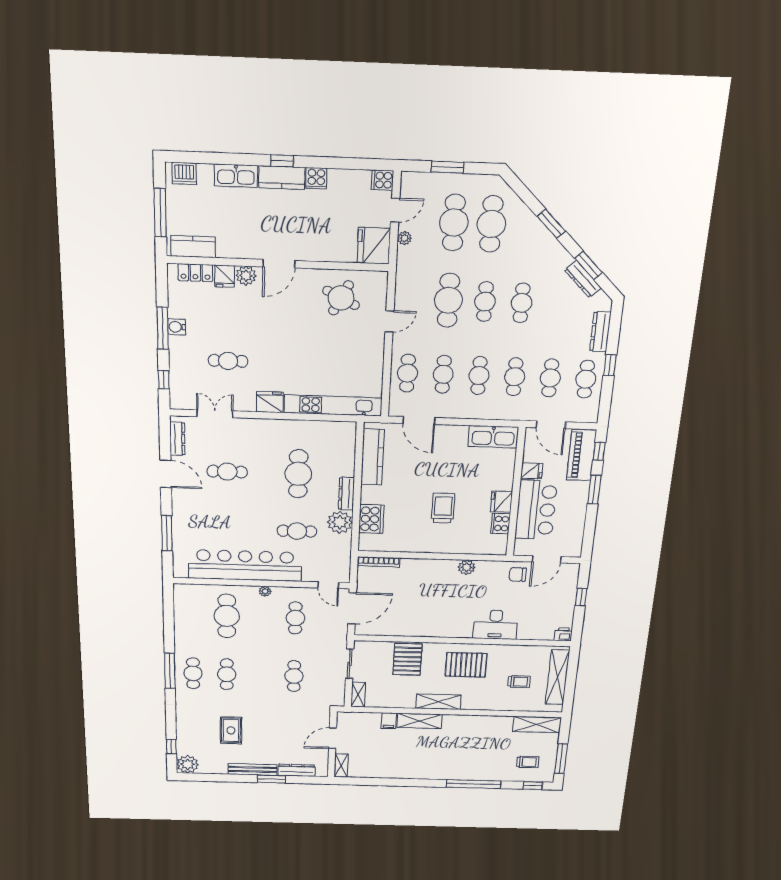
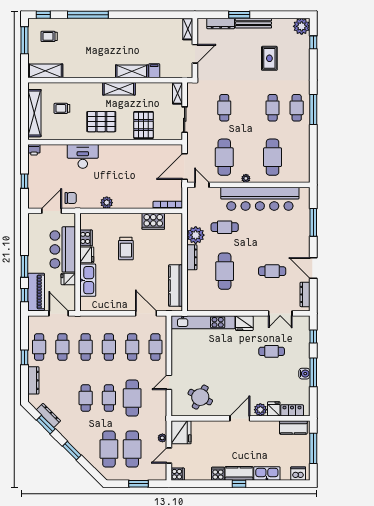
kitchen sink: (493, 437) -> (88, 280), moved, turned 90
cooker: (371, 519) -> (153, 221), moved, turned -90
cafe table: (295, 618) -> (224, 157), width x1.37, depth x1.35

